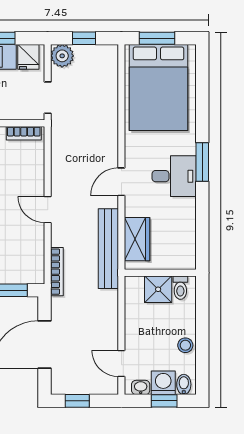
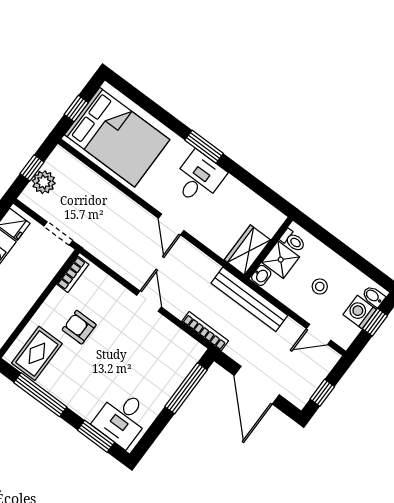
window: (157, 38) -> (76, 109), width x0.67
plant: (62, 56) -> (44, 182), moved
door: (48, 210) -> (149, 301), swing flipped
wardrobe: (137, 239) -> (247, 250), moved, turned -90
bench: (108, 249) -> (249, 299), moved
stool: (185, 345) -> (320, 286), moved
washbasin: (141, 387) -> (261, 275), moved, turned 180

